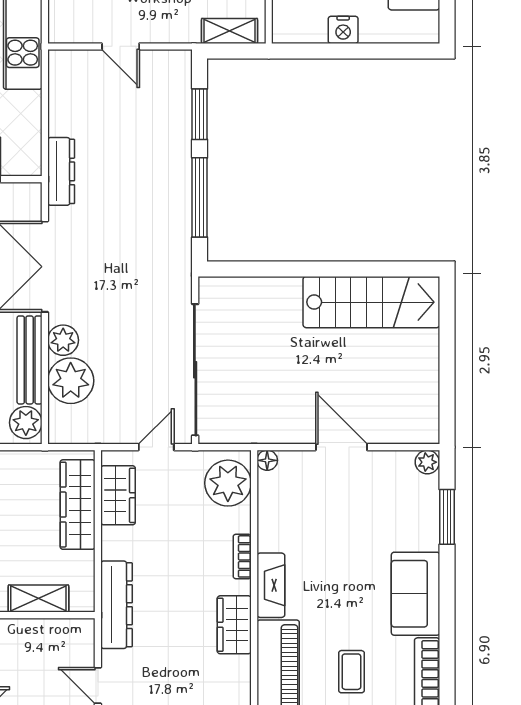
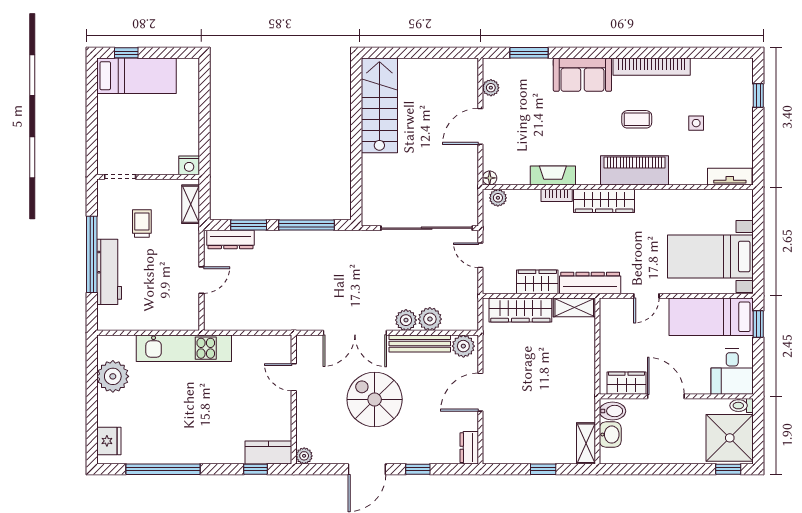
nightstand: (343, 30) -> (189, 165), moved, turned 90
dresser: (61, 171) -> (230, 239), moved, turned 180
plant: (71, 381) -> (430, 319), width x0.73, depth x0.73
plant: (427, 462) -> (491, 88), moved
plant: (228, 483) -> (498, 198), width x0.53, depth x0.53
wardrobe: (118, 495) -> (537, 282), moved
fireplace: (271, 585) -> (553, 175), moved
shelving: (38, 599) -> (574, 307), moved, turned 90
wardrobe: (234, 625) -> (604, 201), width x1.50

